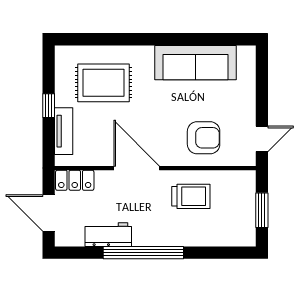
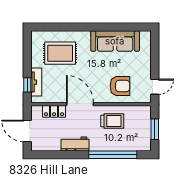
window: (49, 106) -> (27, 85), moved
locker: (75, 180) -> (54, 111), moved
workbench: (108, 235) -> (75, 144), moved
window: (143, 253) -> (113, 155), moved

